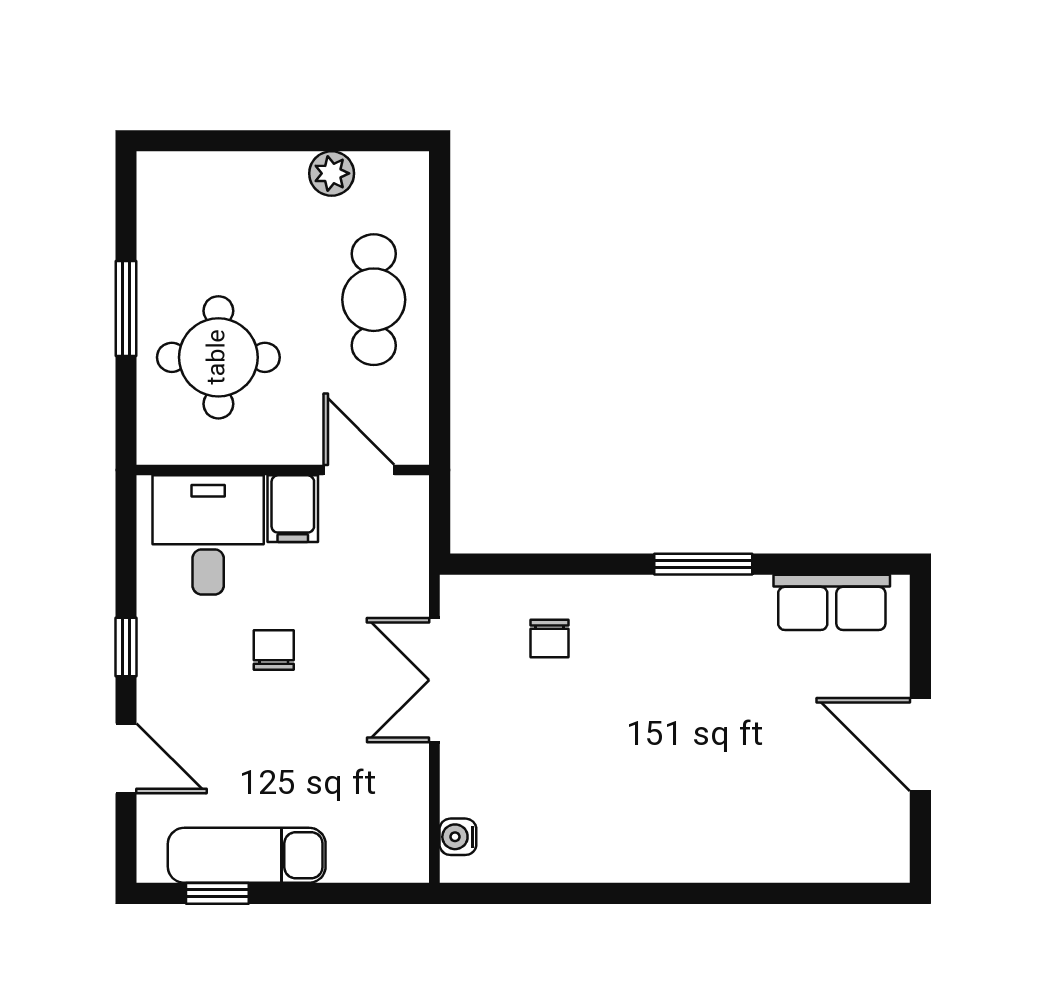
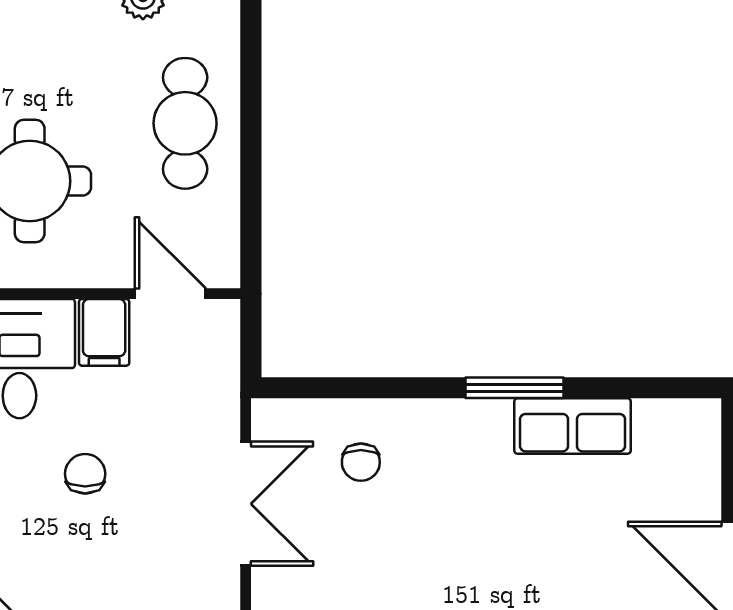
row of seats: (832, 602) -> (573, 426), moved
double door: (434, 680) -> (246, 504), swing flipped

